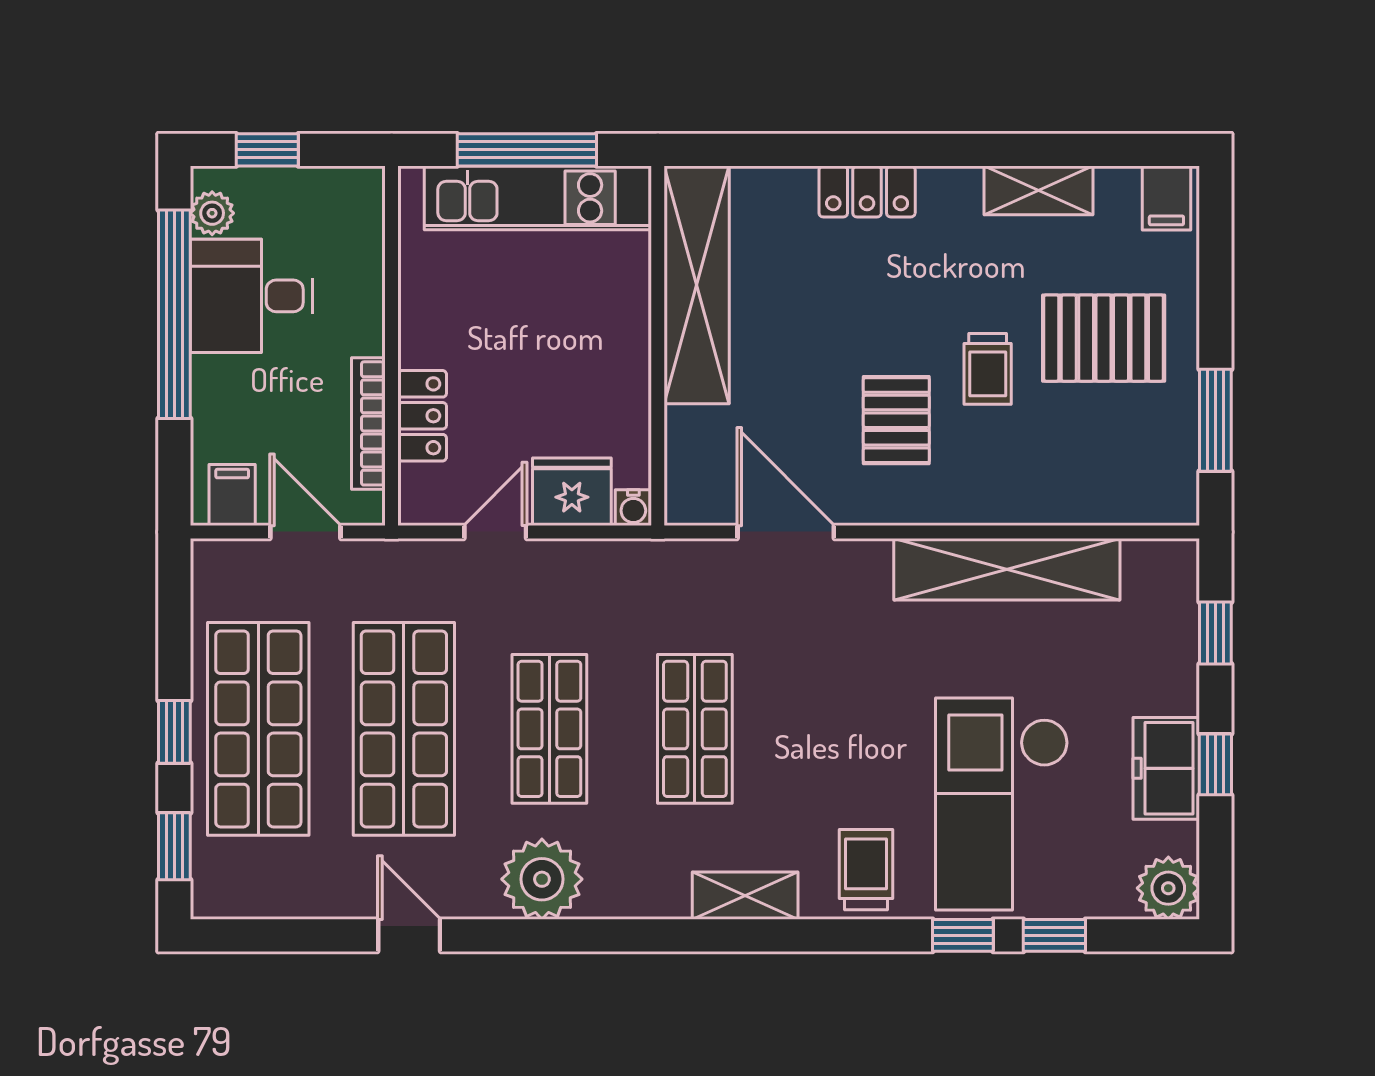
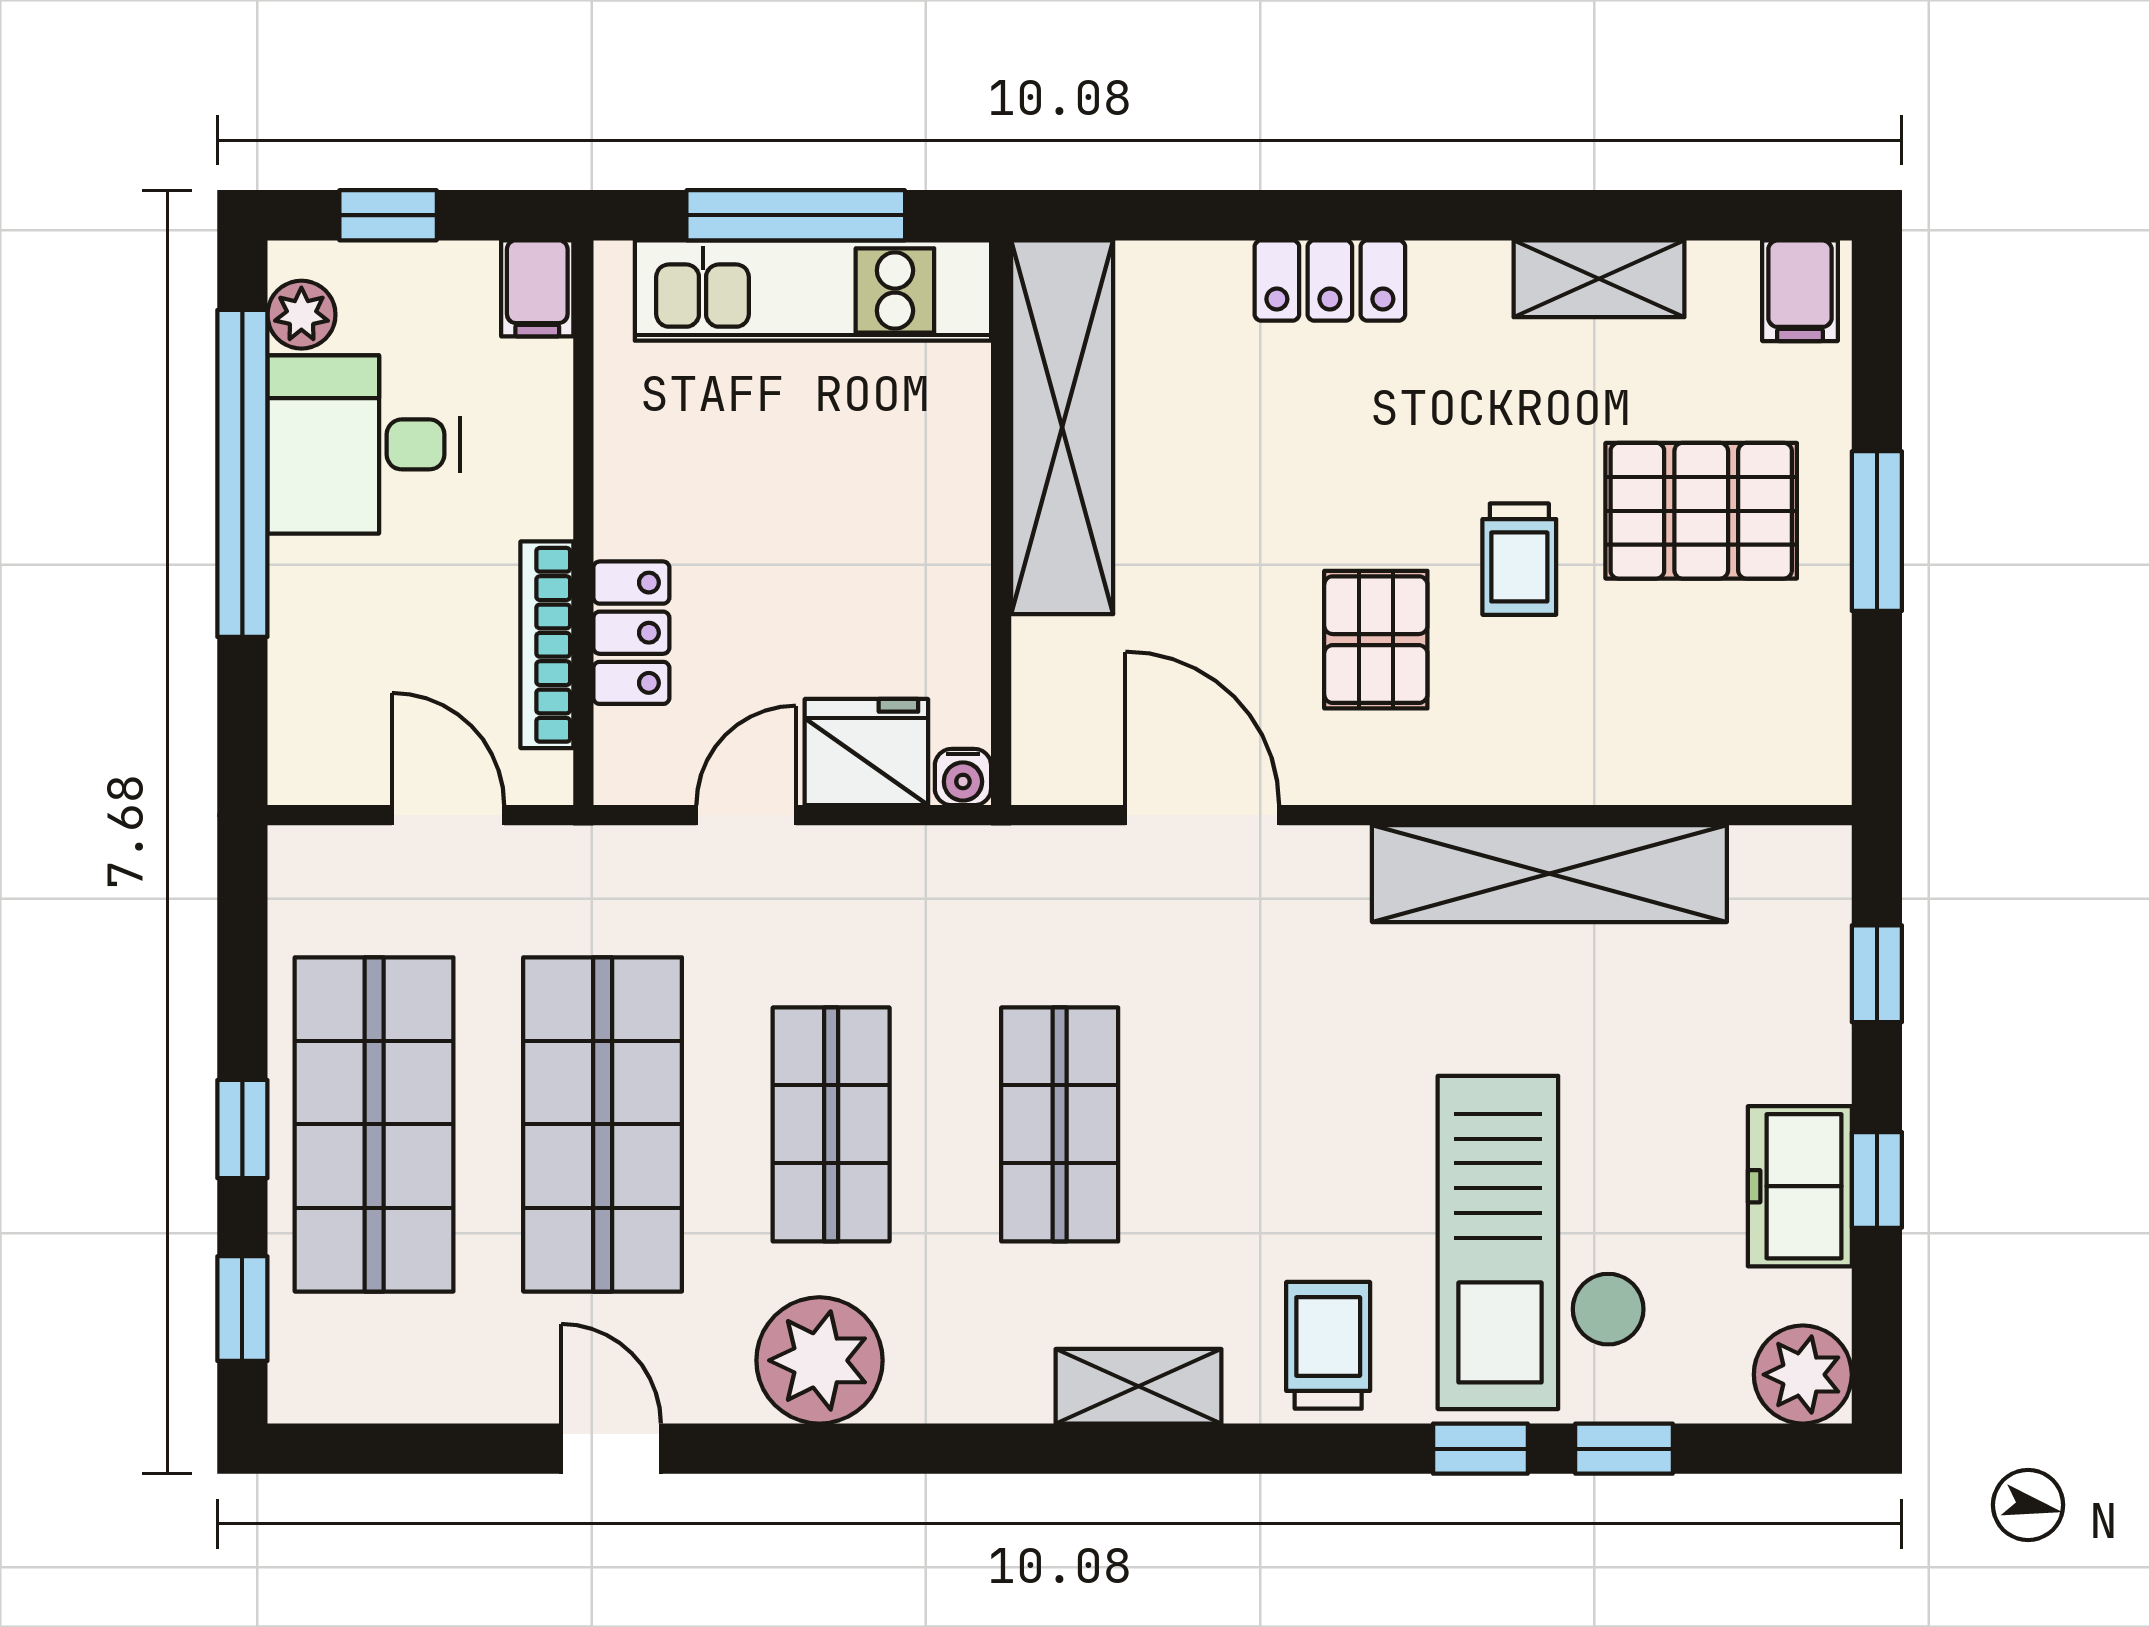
window: (1215, 420) -> (1877, 531), moved
filing cabinet: (232, 495) -> (537, 288), moved, turned 180

